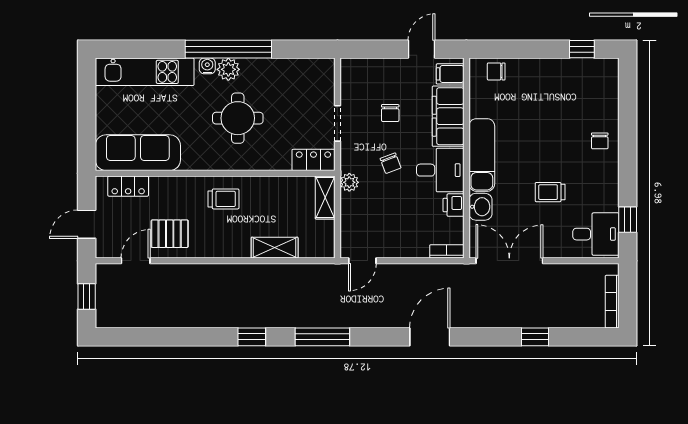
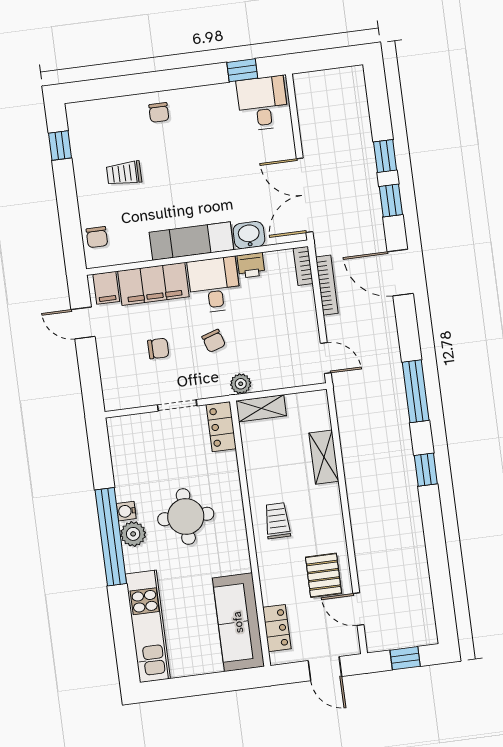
water cooler: (207, 66) -> (126, 511), moved
chair: (600, 141) -> (159, 112), turned 90
chair: (391, 163) -> (214, 341), turned 93
trolley: (550, 192) -> (124, 173), moved, turned 90
bookcase: (612, 302) -> (327, 285), moved, turned -90
window: (495, 337) -> (391, 201), added

